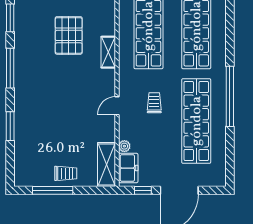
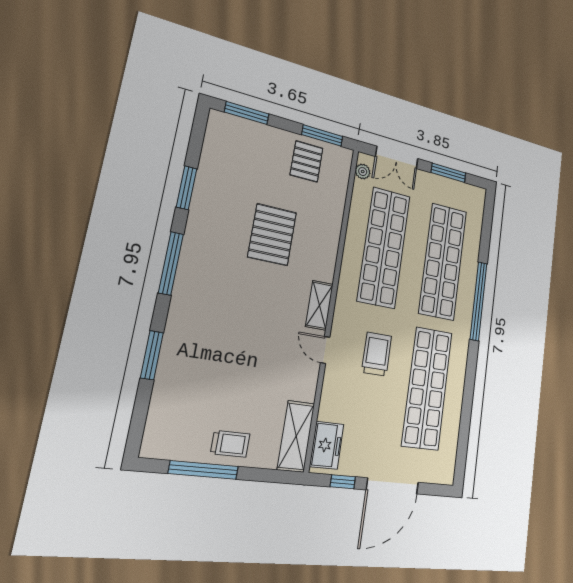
shelving: (108, 52) -> (319, 305), moved
window: (230, 96) -> (478, 301), moved
trolley: (154, 103) -> (377, 354), width x1.36, depth x1.39
door: (117, 106) -> (325, 350), hinge flipped
plant: (124, 146) -> (326, 411), removed

